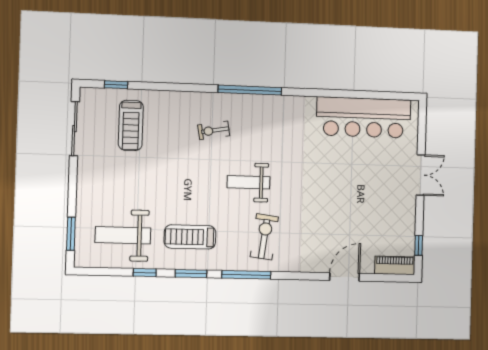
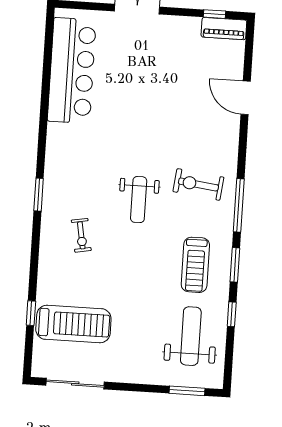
window: (116, 85) -> (31, 313), moved
window: (250, 90) -> (39, 195), width x0.47
treadmill: (131, 125) -> (73, 324), width x1.37, depth x1.38
weight bench: (123, 235) -> (191, 336), turned 180
piano: (395, 265) -> (224, 29), moved, turned -90

